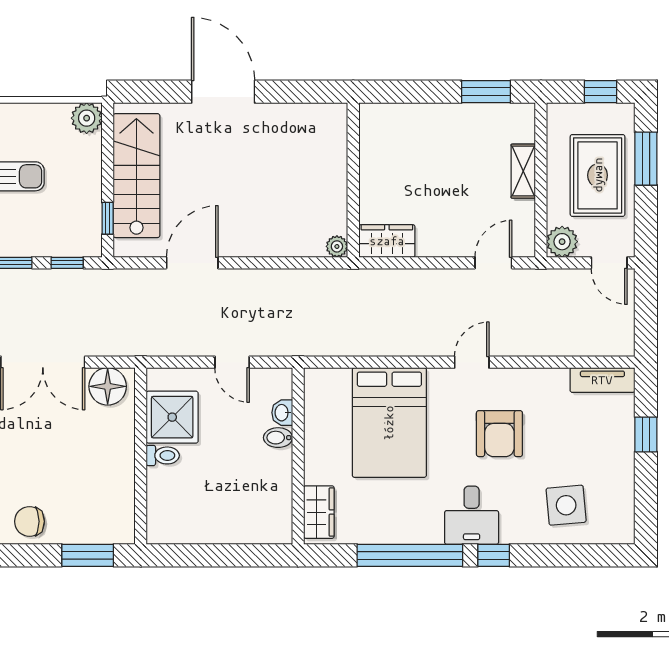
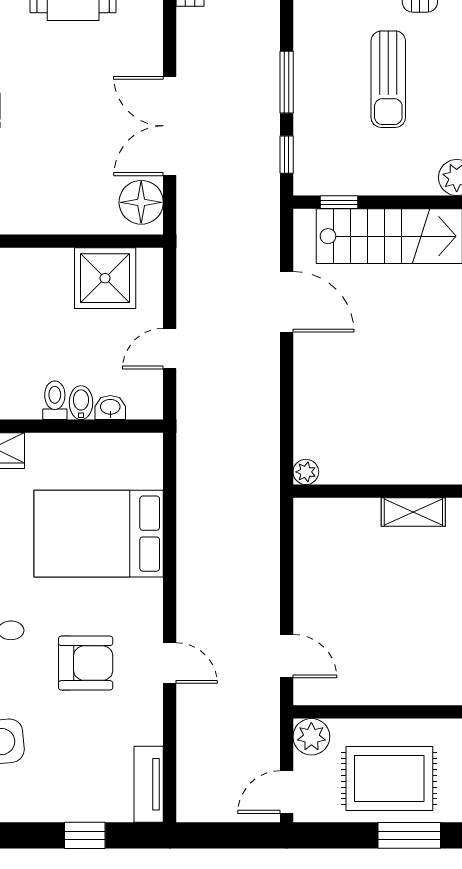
shelving: (523, 171) -> (413, 512), moved
wardrobe: (387, 241) -> (312, 531), removed
door: (472, 362) -> (170, 663), moved
armchair: (499, 434) -> (86, 663), turned 180
toilet: (163, 455) -> (55, 400), moved, turned 180

